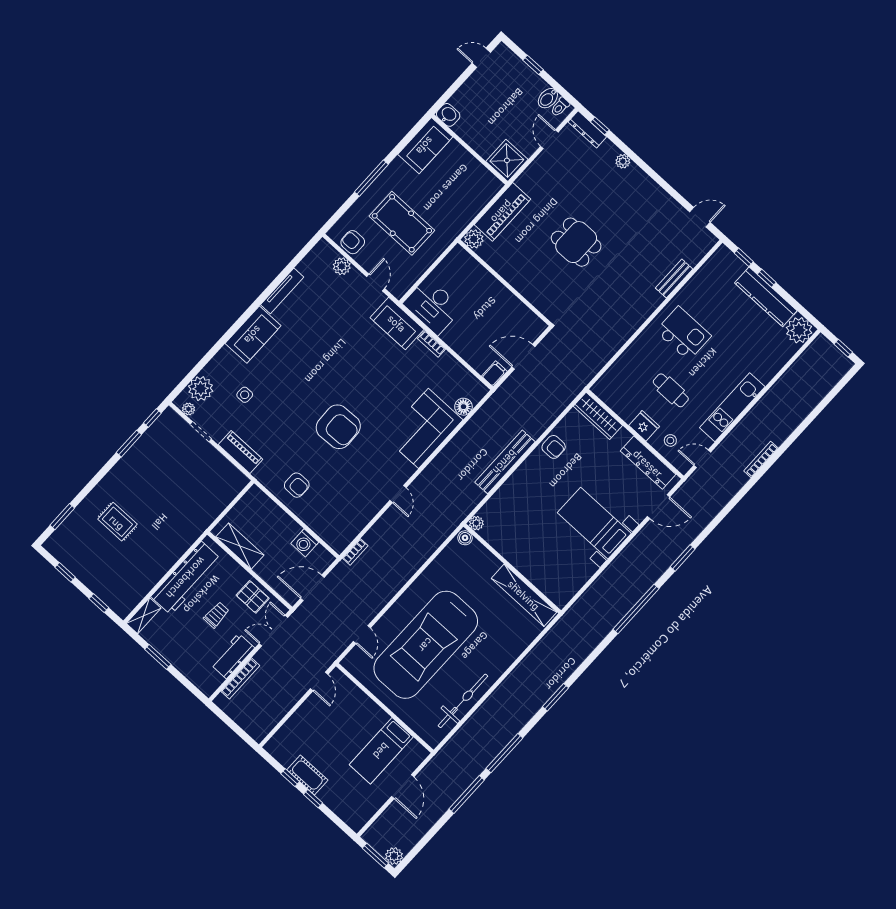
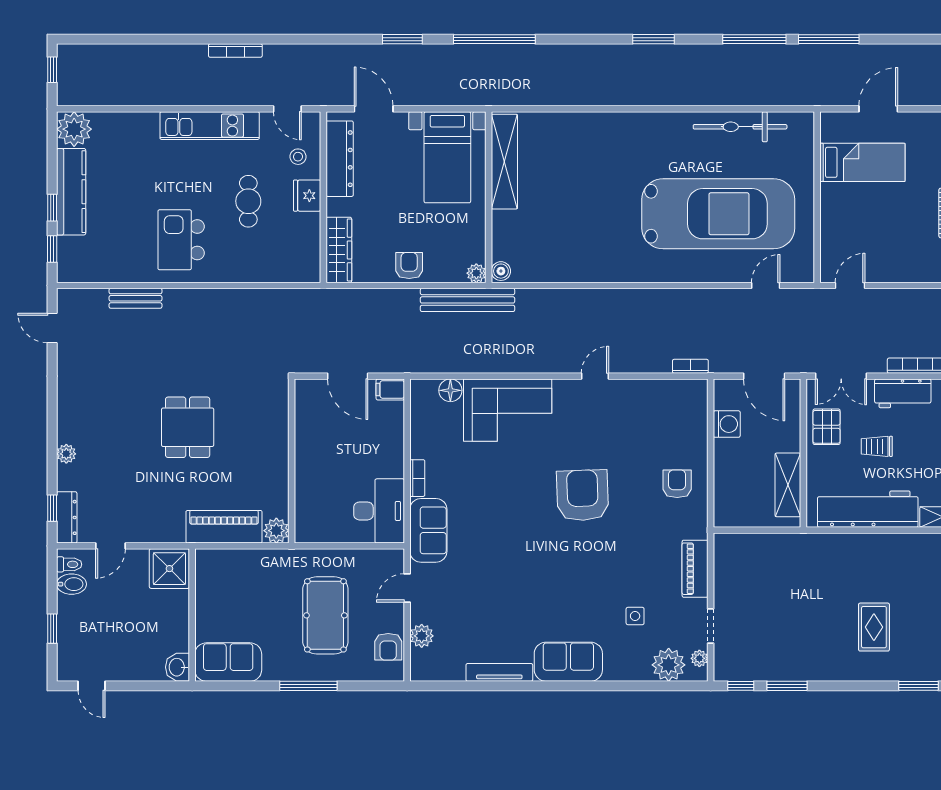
plant: (476, 523) -> (476, 273), moved
boiler: (465, 538) -> (501, 271), moved
wall: (512, 568) -> (489, 197), moved
shelving: (524, 595) -> (504, 162), moved

